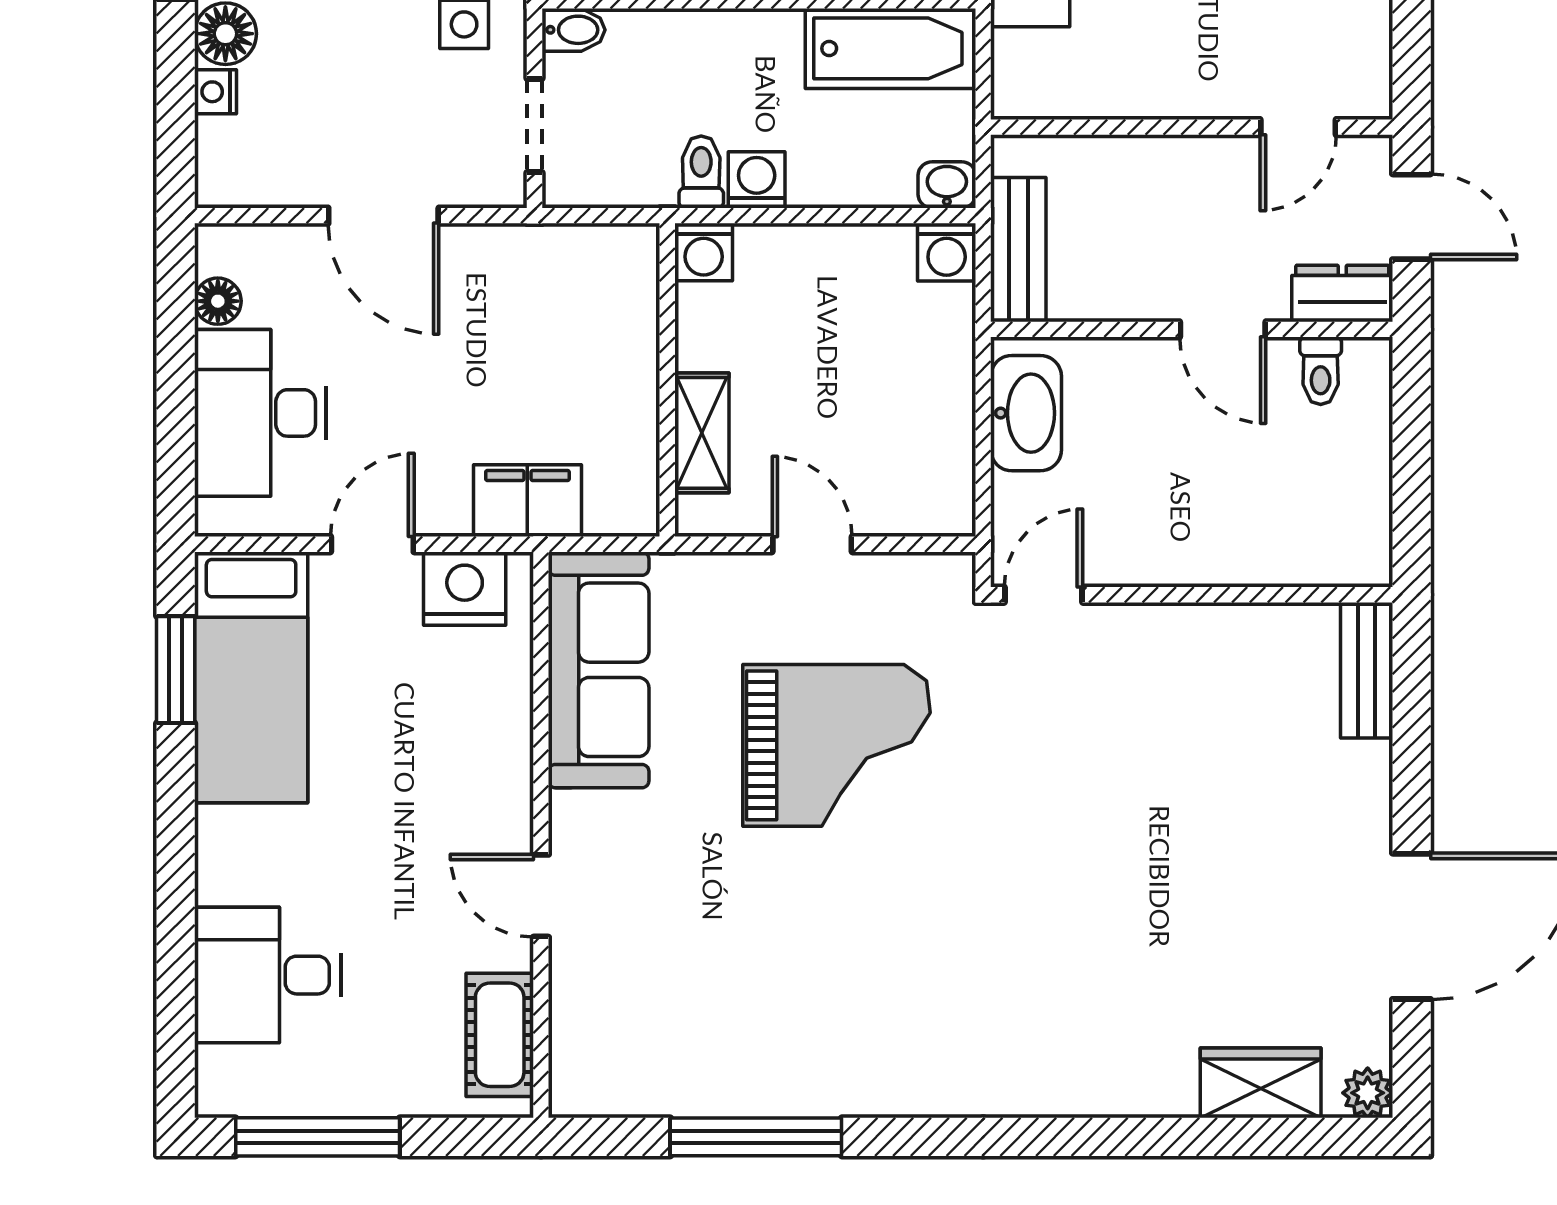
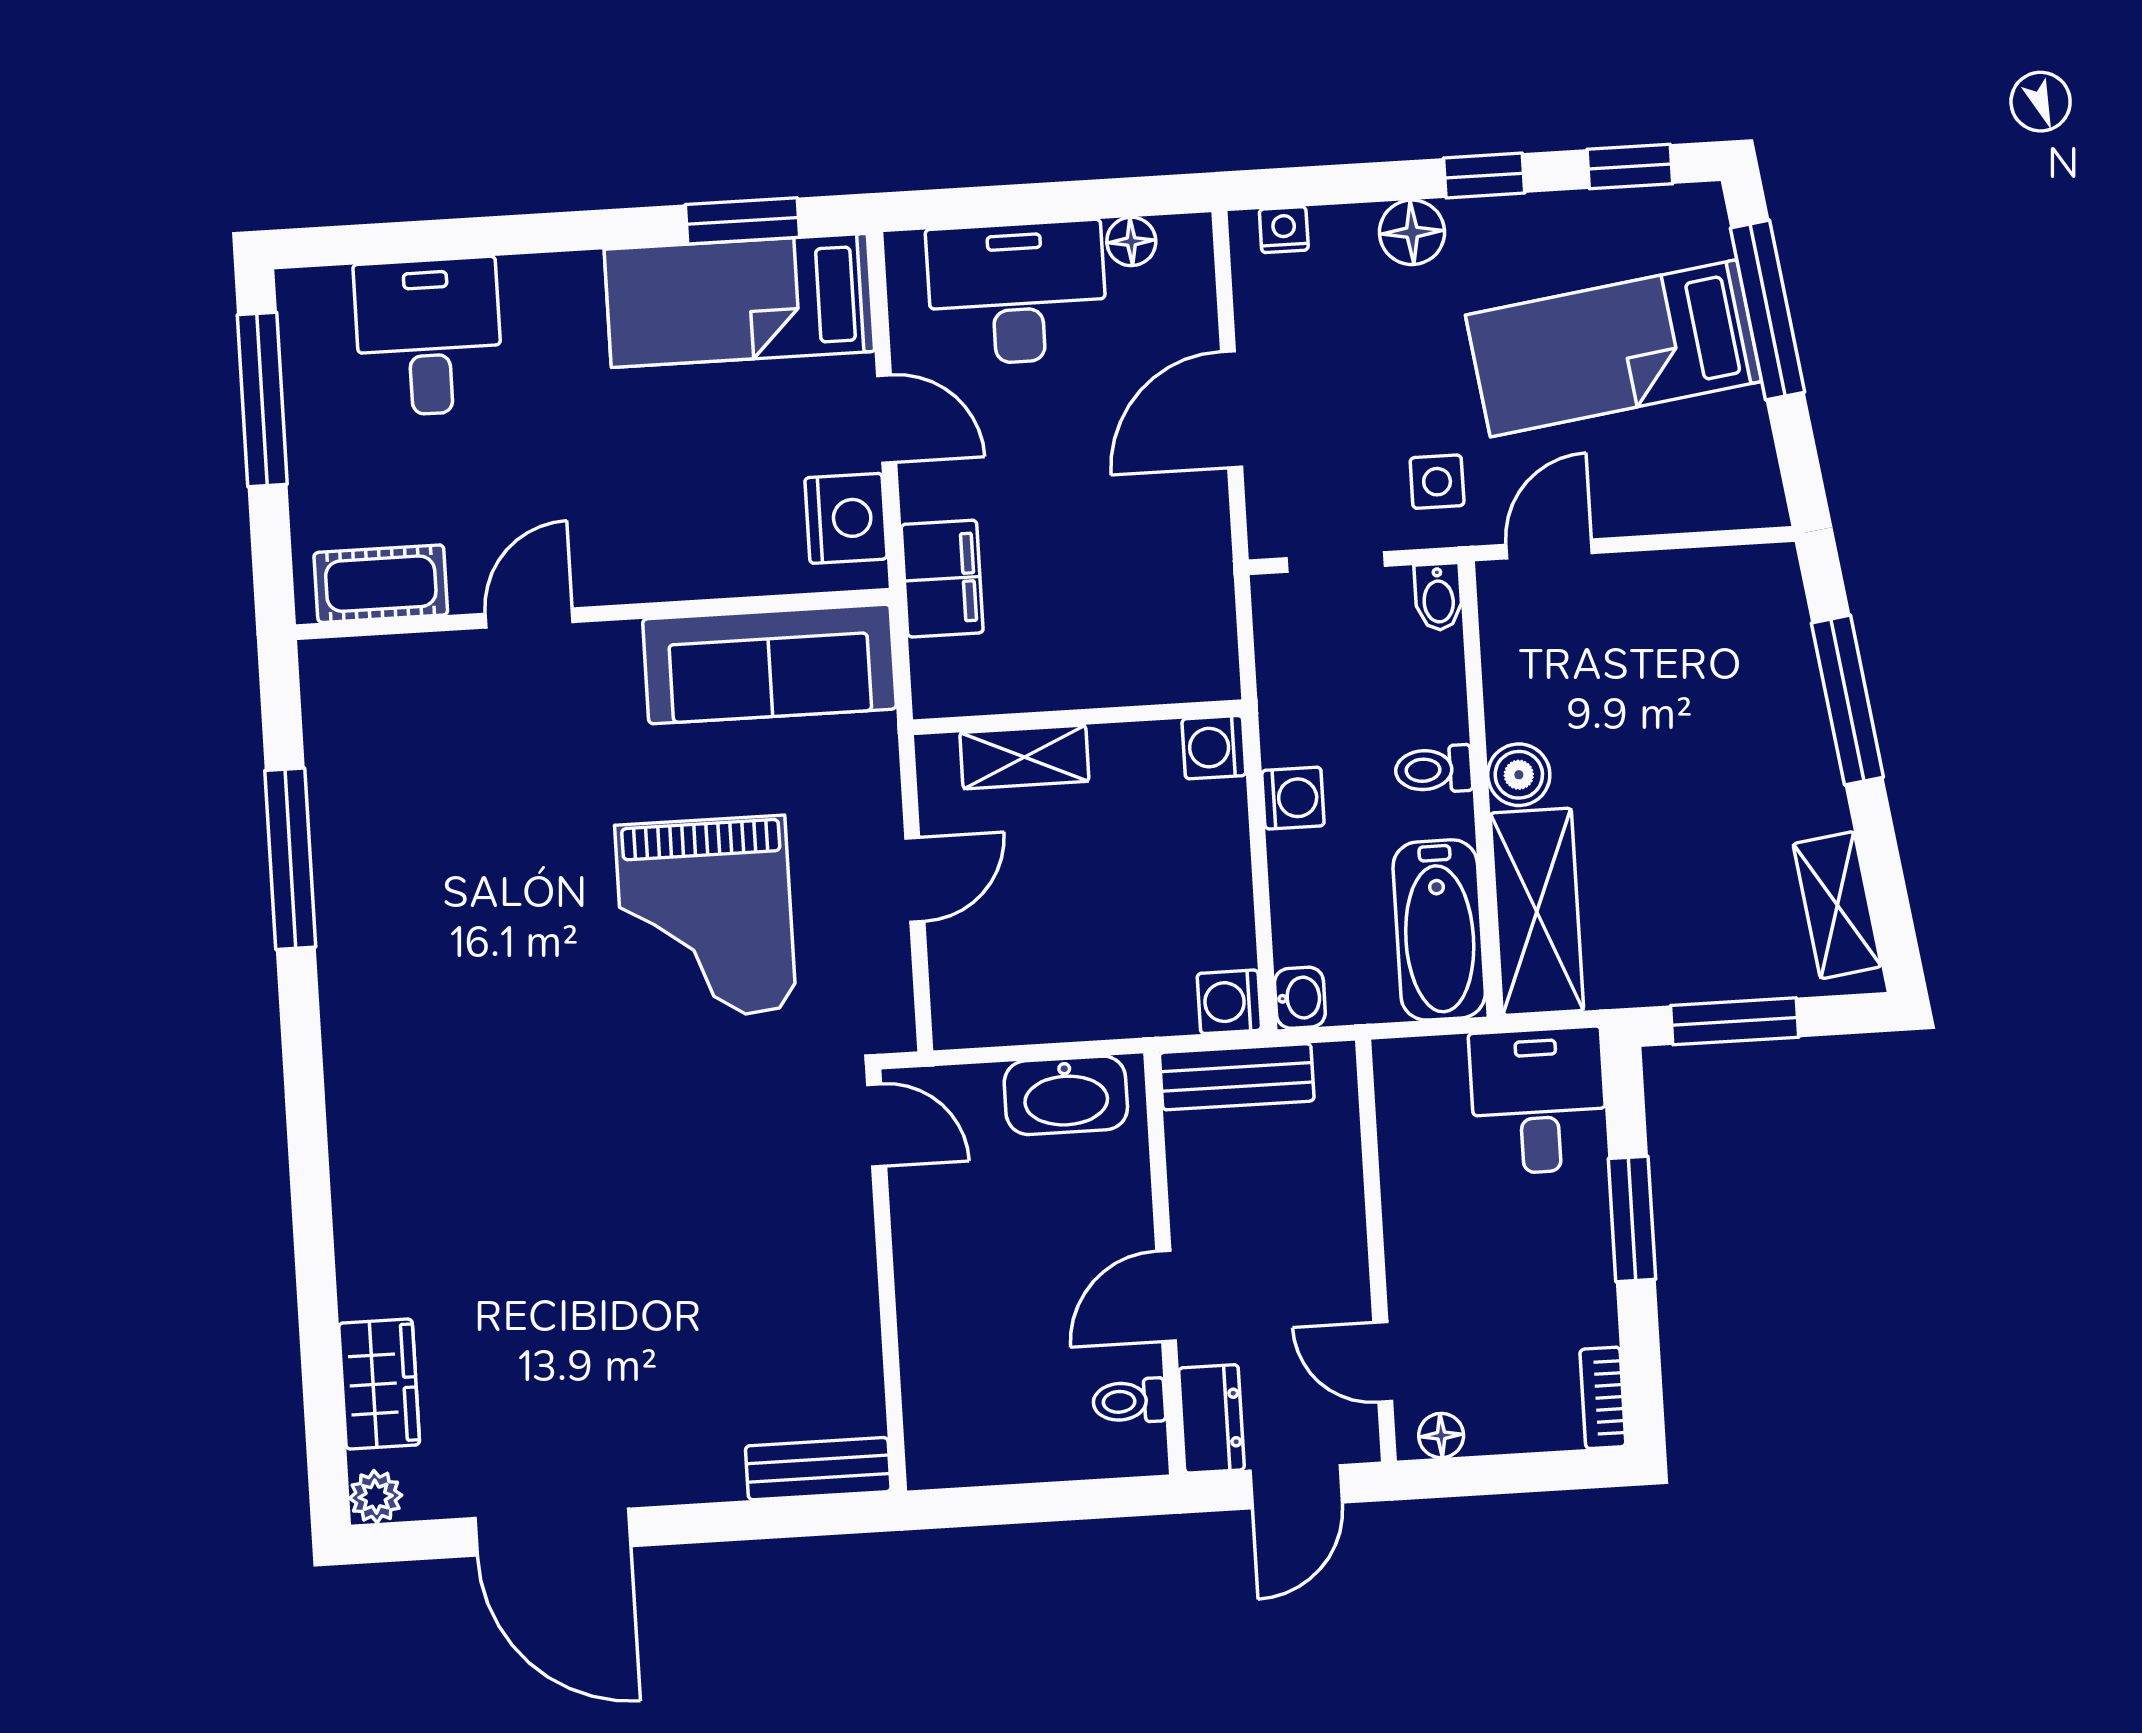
floor lamp: (1371, 76) -> (1441, 1436), added
nightstand: (216, 92) -> (1284, 230), moved
toilet: (701, 172) -> (1434, 770), moved, turned 180

